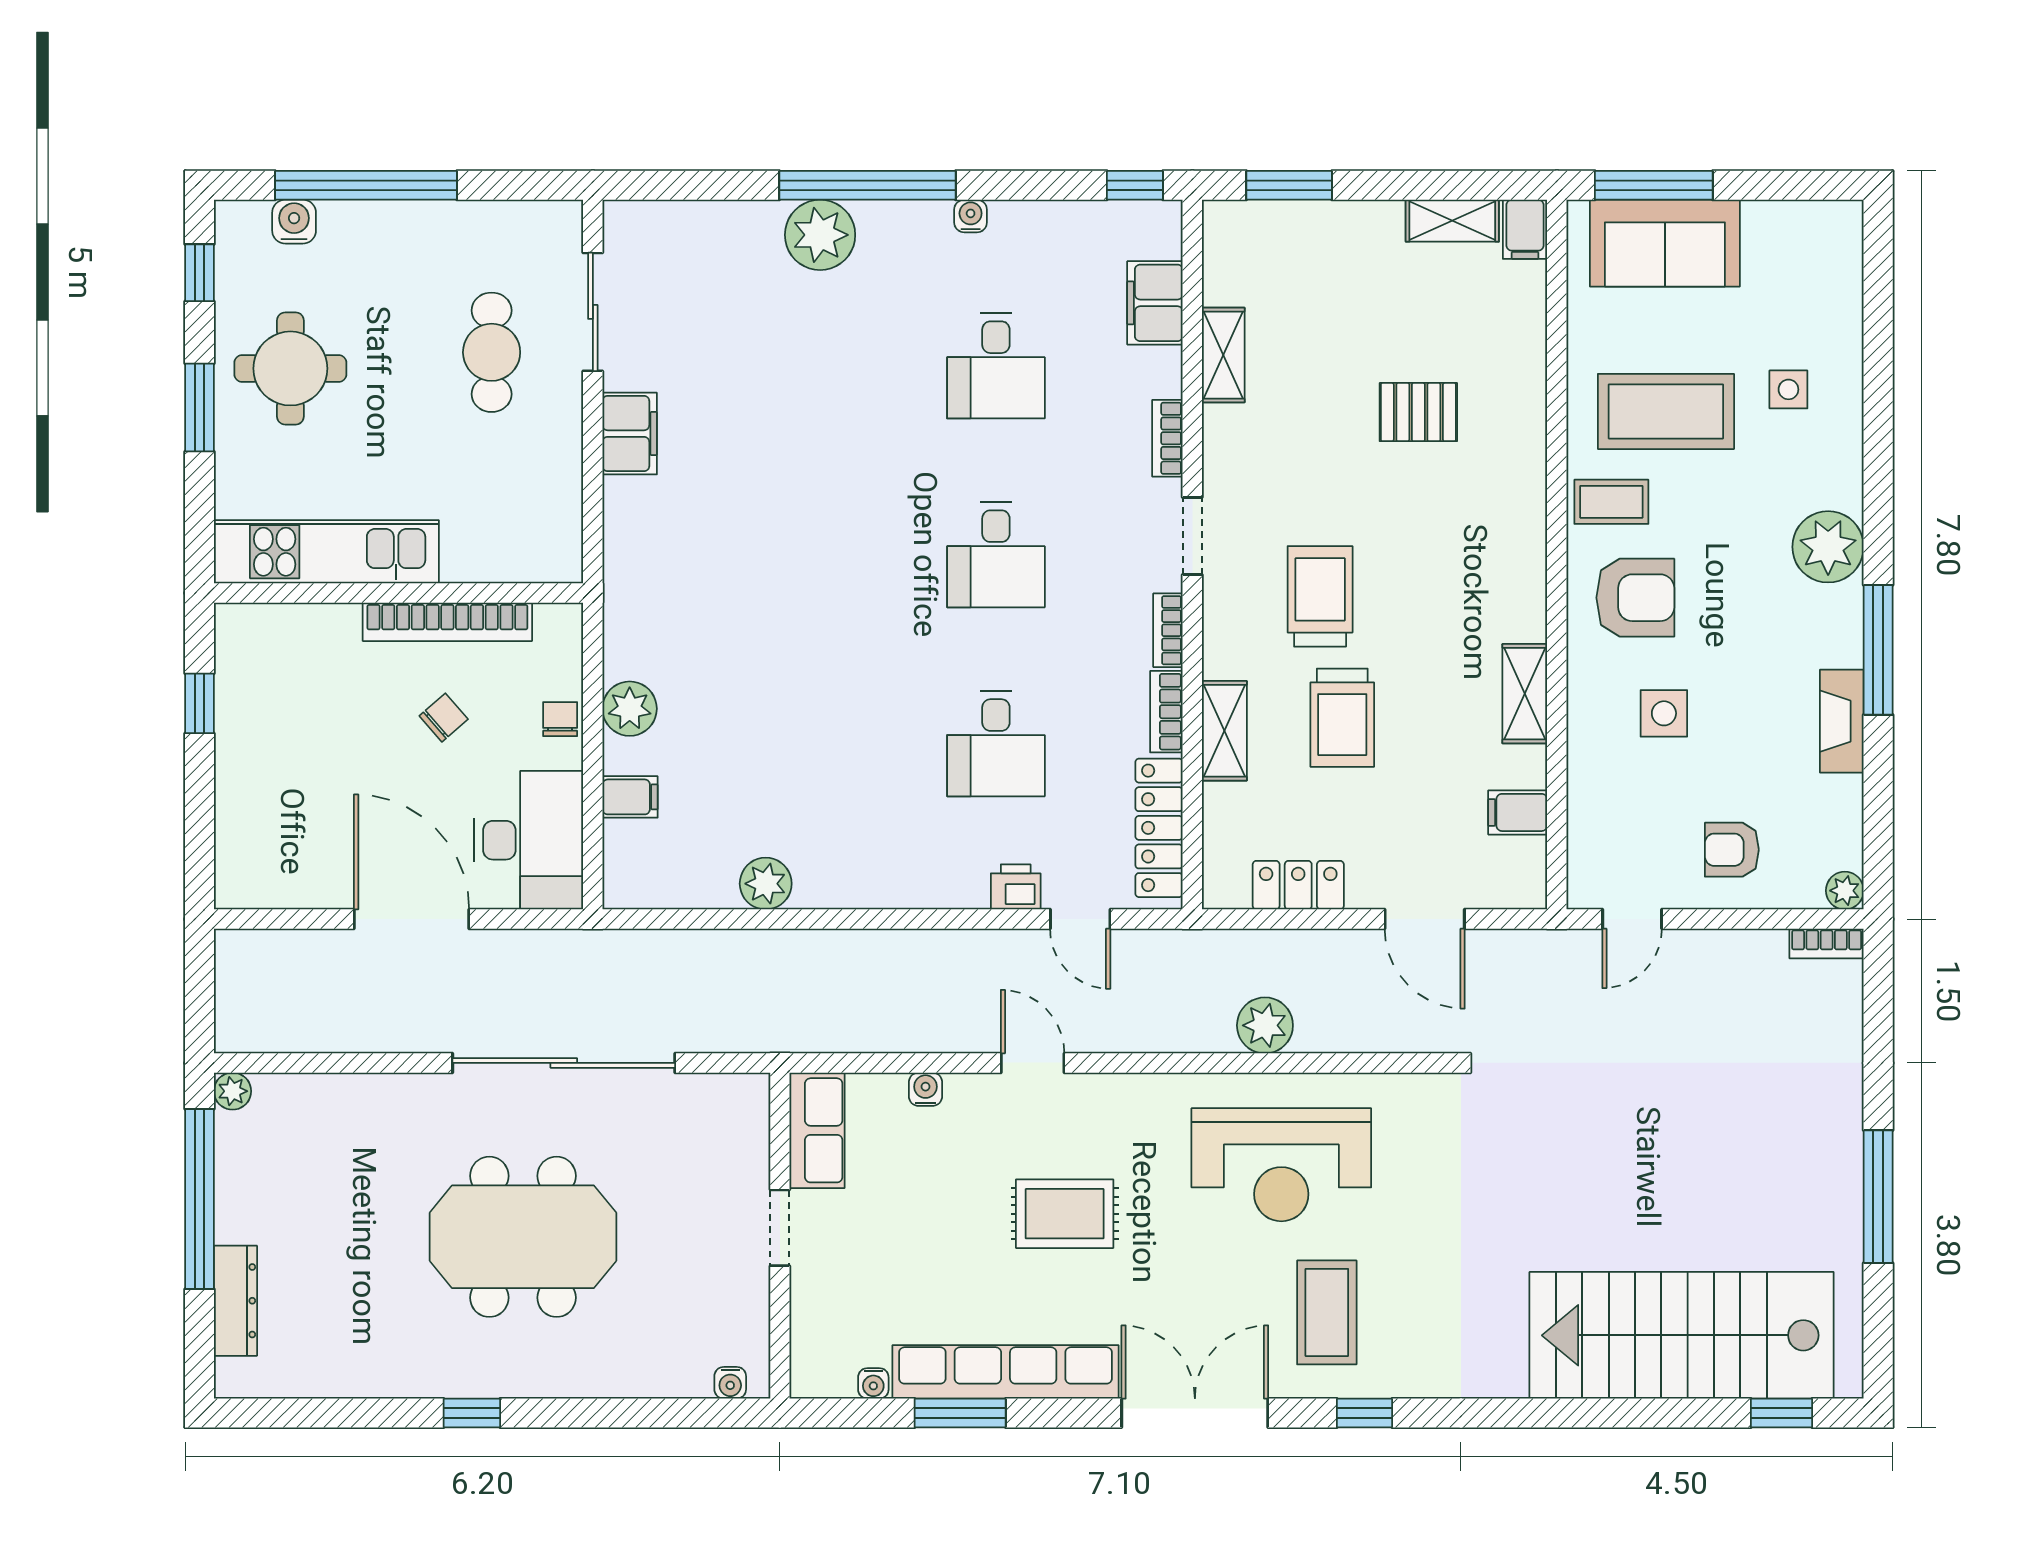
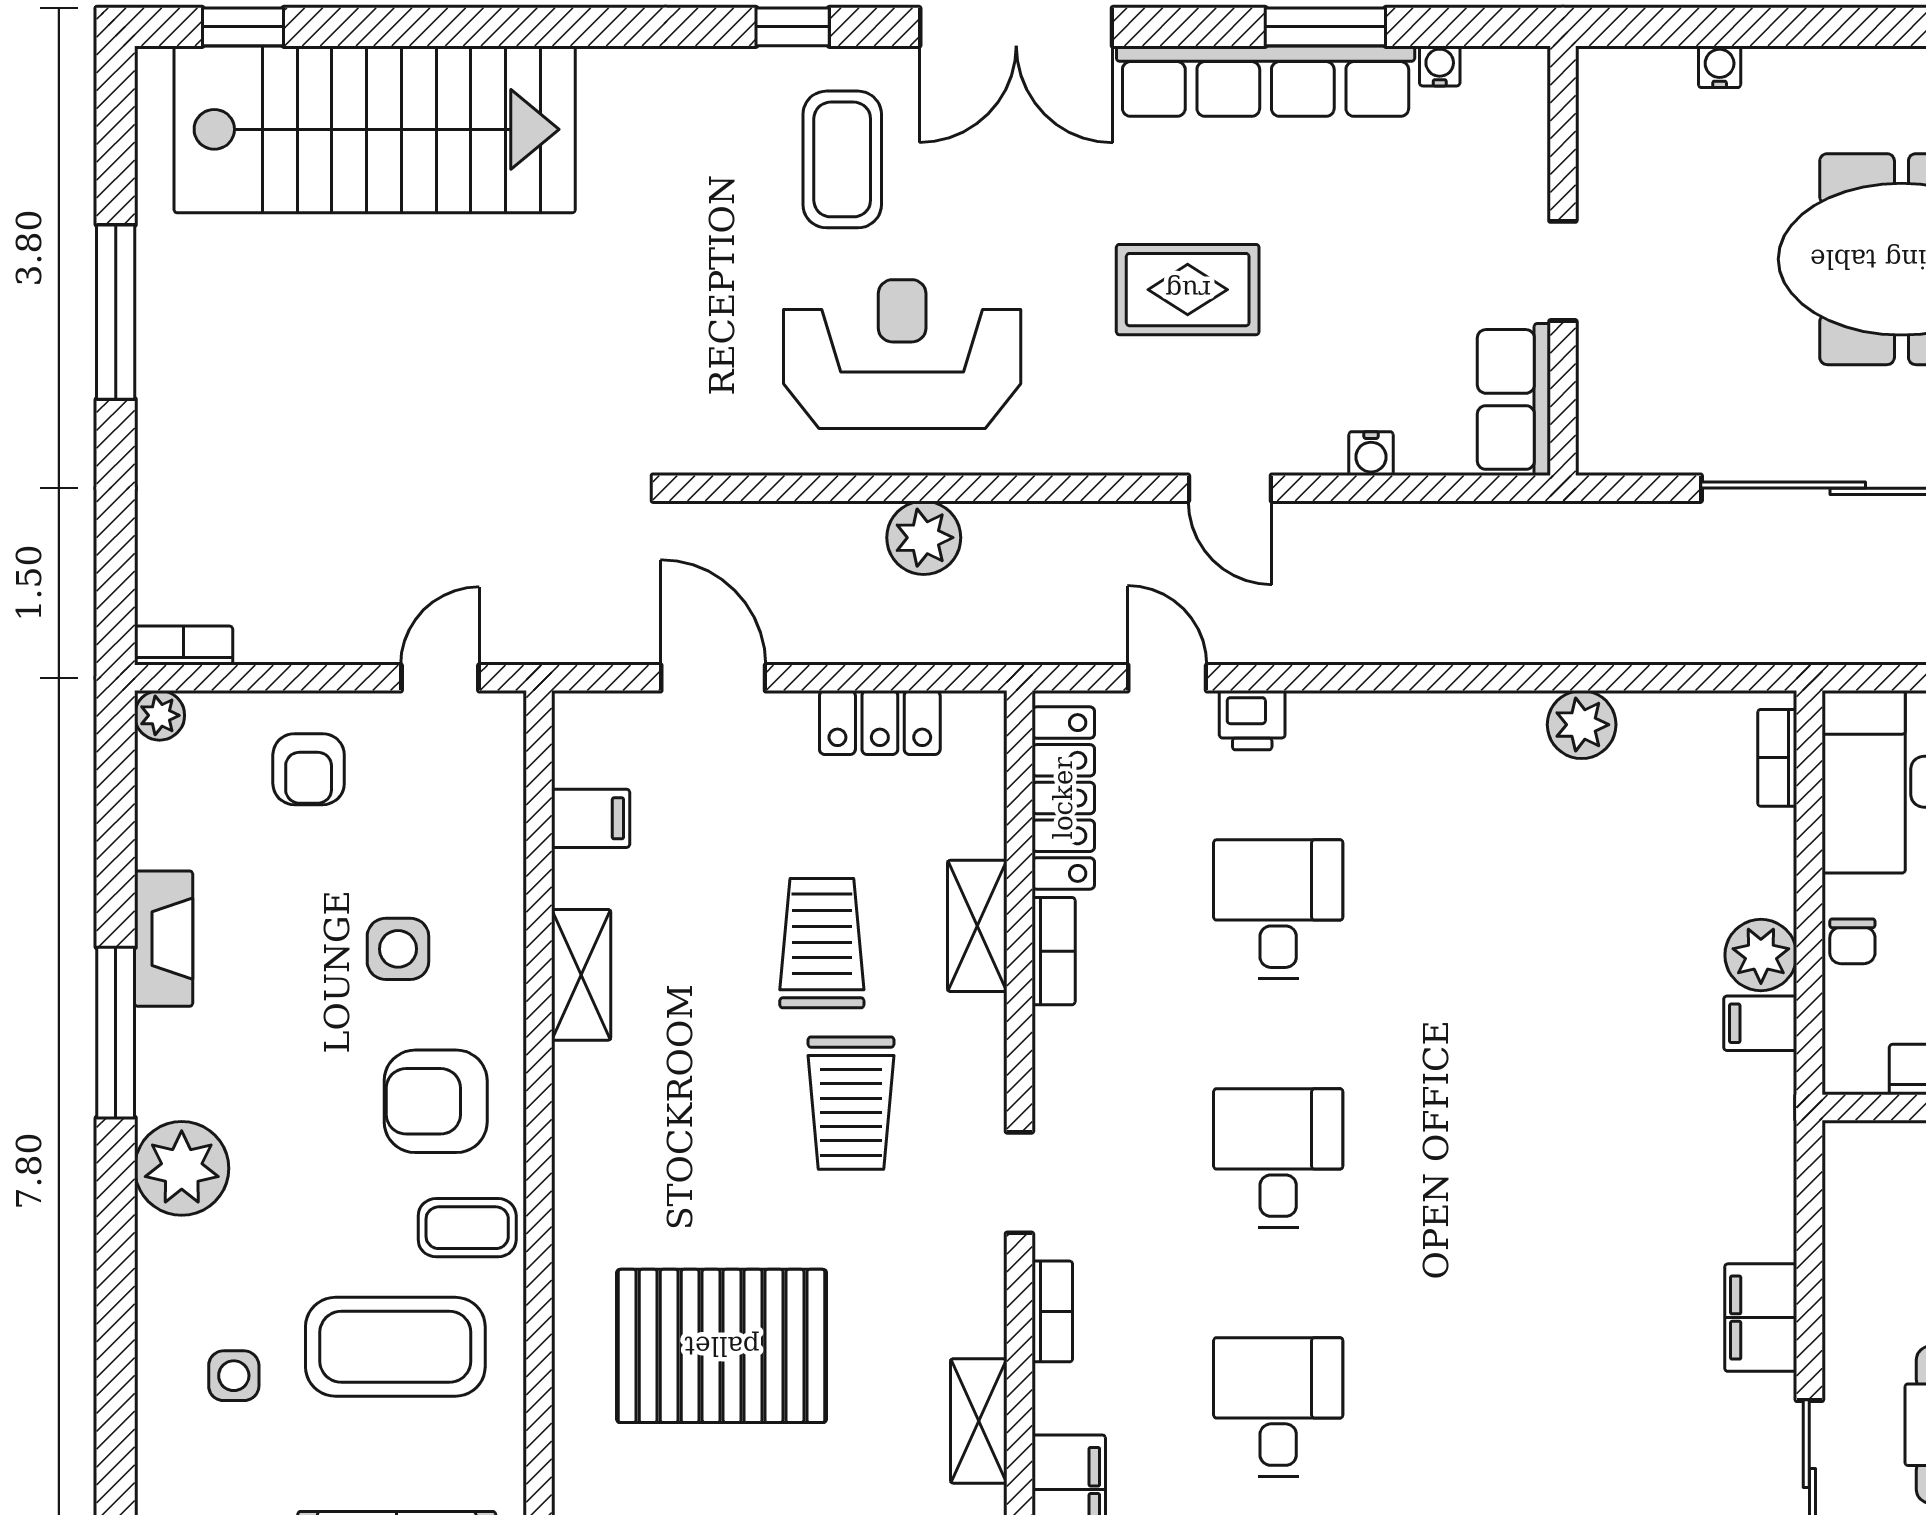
pallet: (1418, 412) -> (722, 1346), width x2.05, depth x2.00
bookcase: (1168, 630) -> (1777, 758), moved, turned 180
filing cabinet: (630, 797) -> (1760, 1023), moved
armchair: (1732, 850) -> (309, 769), turned 90
water cooler: (730, 1383) -> (1720, 67), moved

